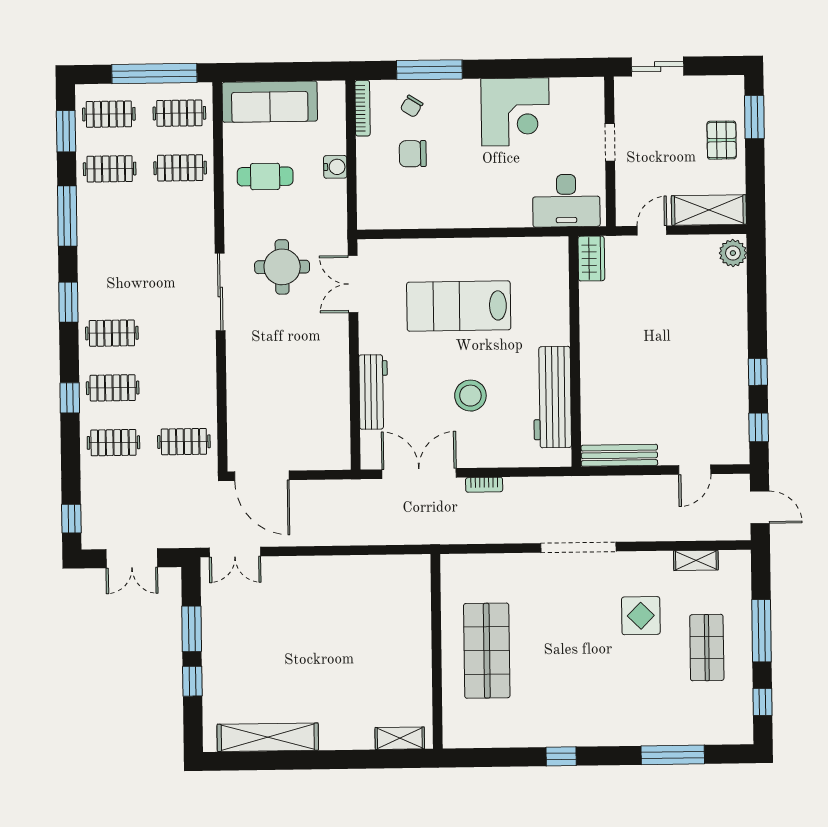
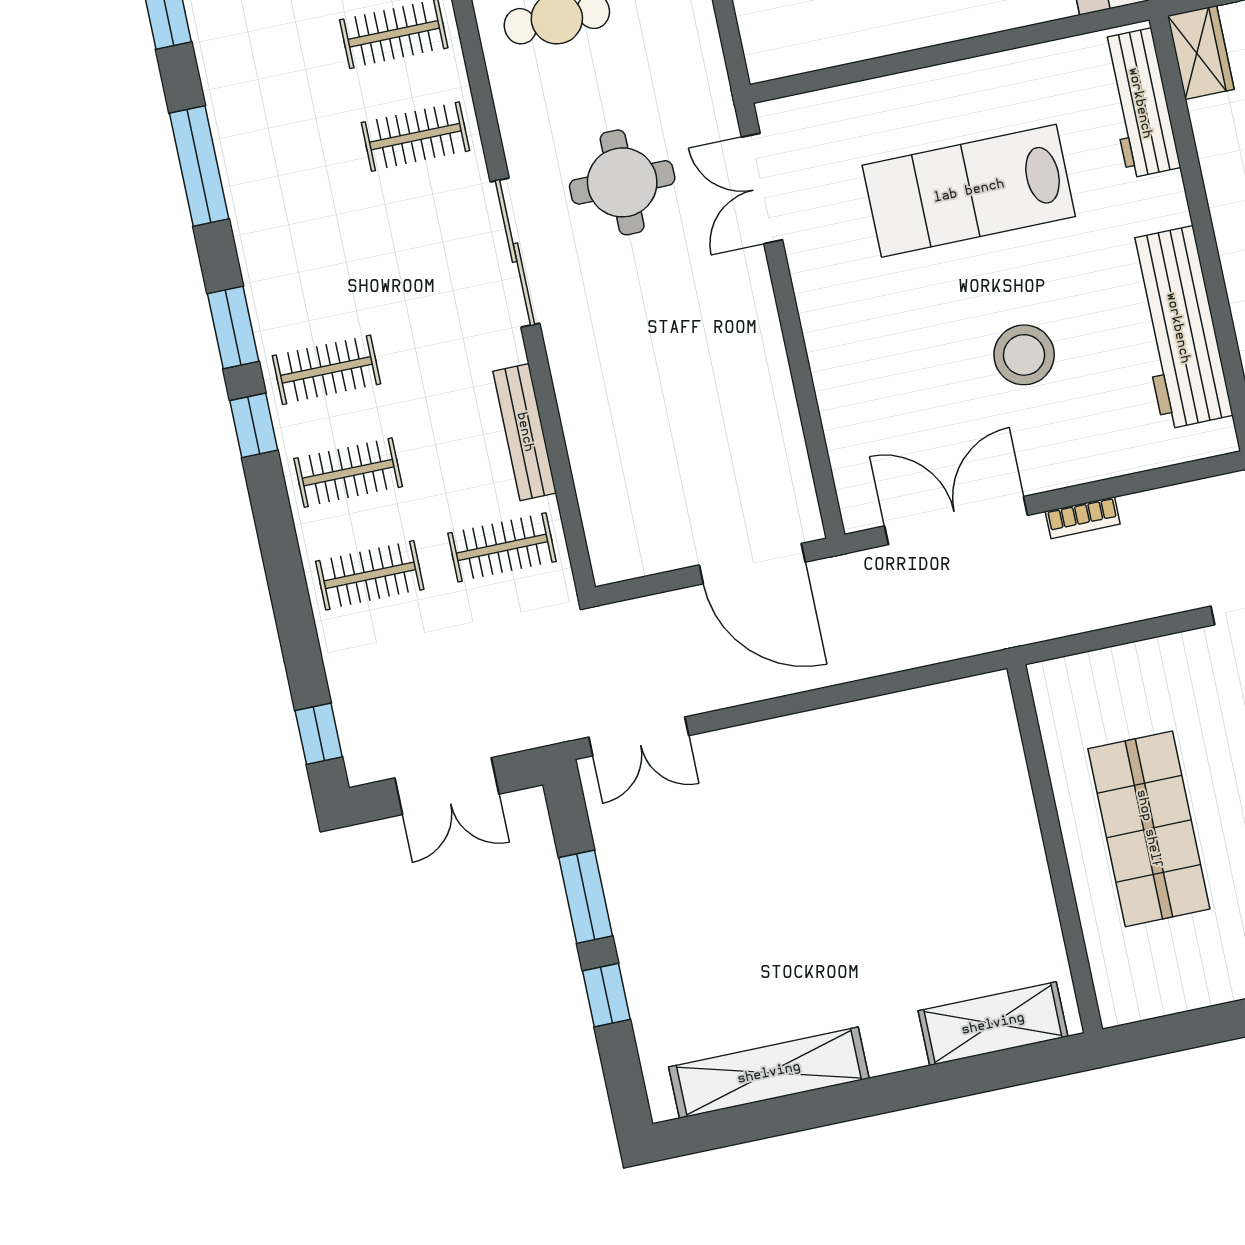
clothes rail: (110, 169) -> (415, 137), moved
bench: (207, 385) -> (525, 432), added
workbench: (373, 392) -> (1140, 103), moved, turned 180
window: (70, 398) -> (254, 425), moved
door: (262, 476) -> (752, 564), moved
shelving: (400, 738) -> (993, 1024), width x1.50, depth x1.33

